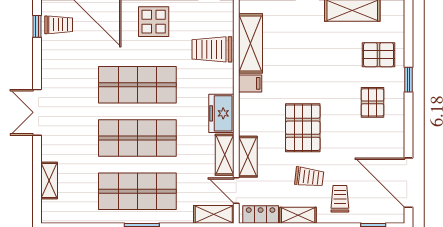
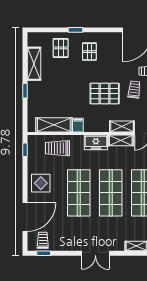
trolley: (212, 49) -> (57, 148), turned 90
pallet: (373, 102) -> (89, 52), turned 90

